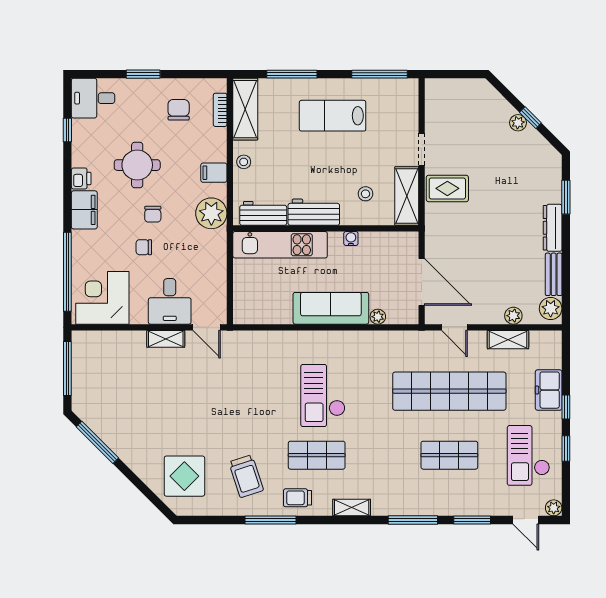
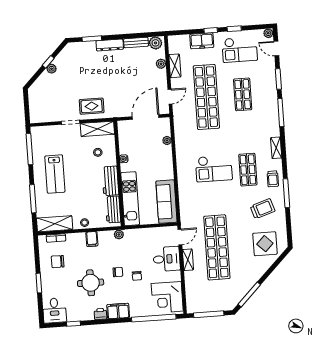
rug: (447, 188) -> (92, 106), turned 90
plant: (211, 213) -> (119, 234), width x0.53, depth x0.53
sofa: (331, 308) -> (166, 202), moved
shop shelf: (184, 391) -> (217, 247), added
door: (526, 520) -> (276, 49), swing flipped

